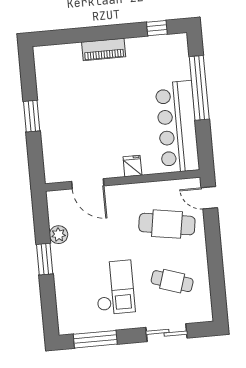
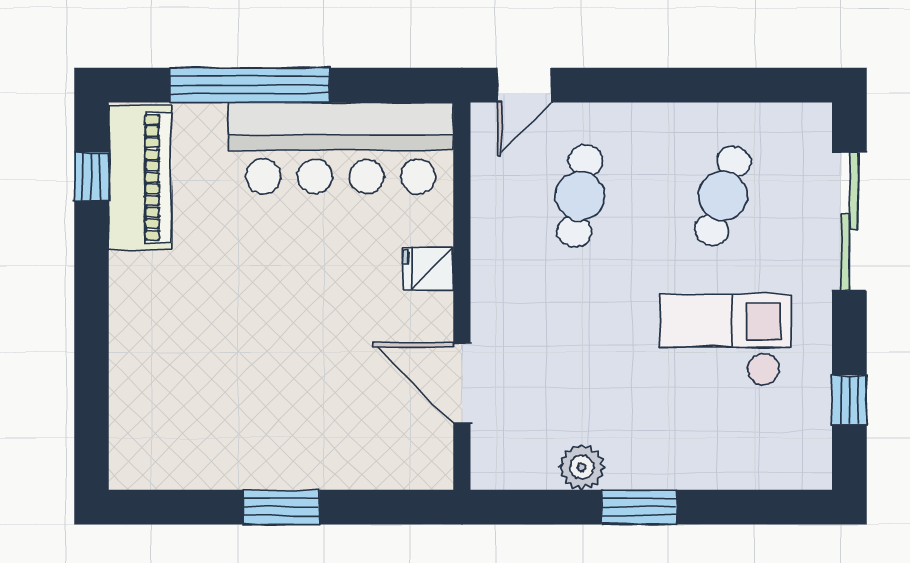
piano: (104, 49) -> (140, 177), moved, width x1.37, depth x1.33
door: (88, 184) -> (462, 383), swing flipped
cafe table: (167, 224) -> (580, 196), width x0.73, depth x0.74
sliding door: (167, 333) -> (849, 221), width x1.37
window: (95, 339) -> (849, 400), width x0.46

